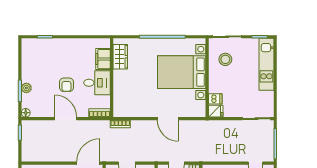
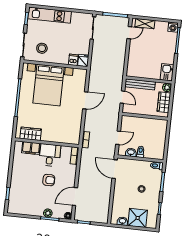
door: (66, 119) -> (75, 197), moved

